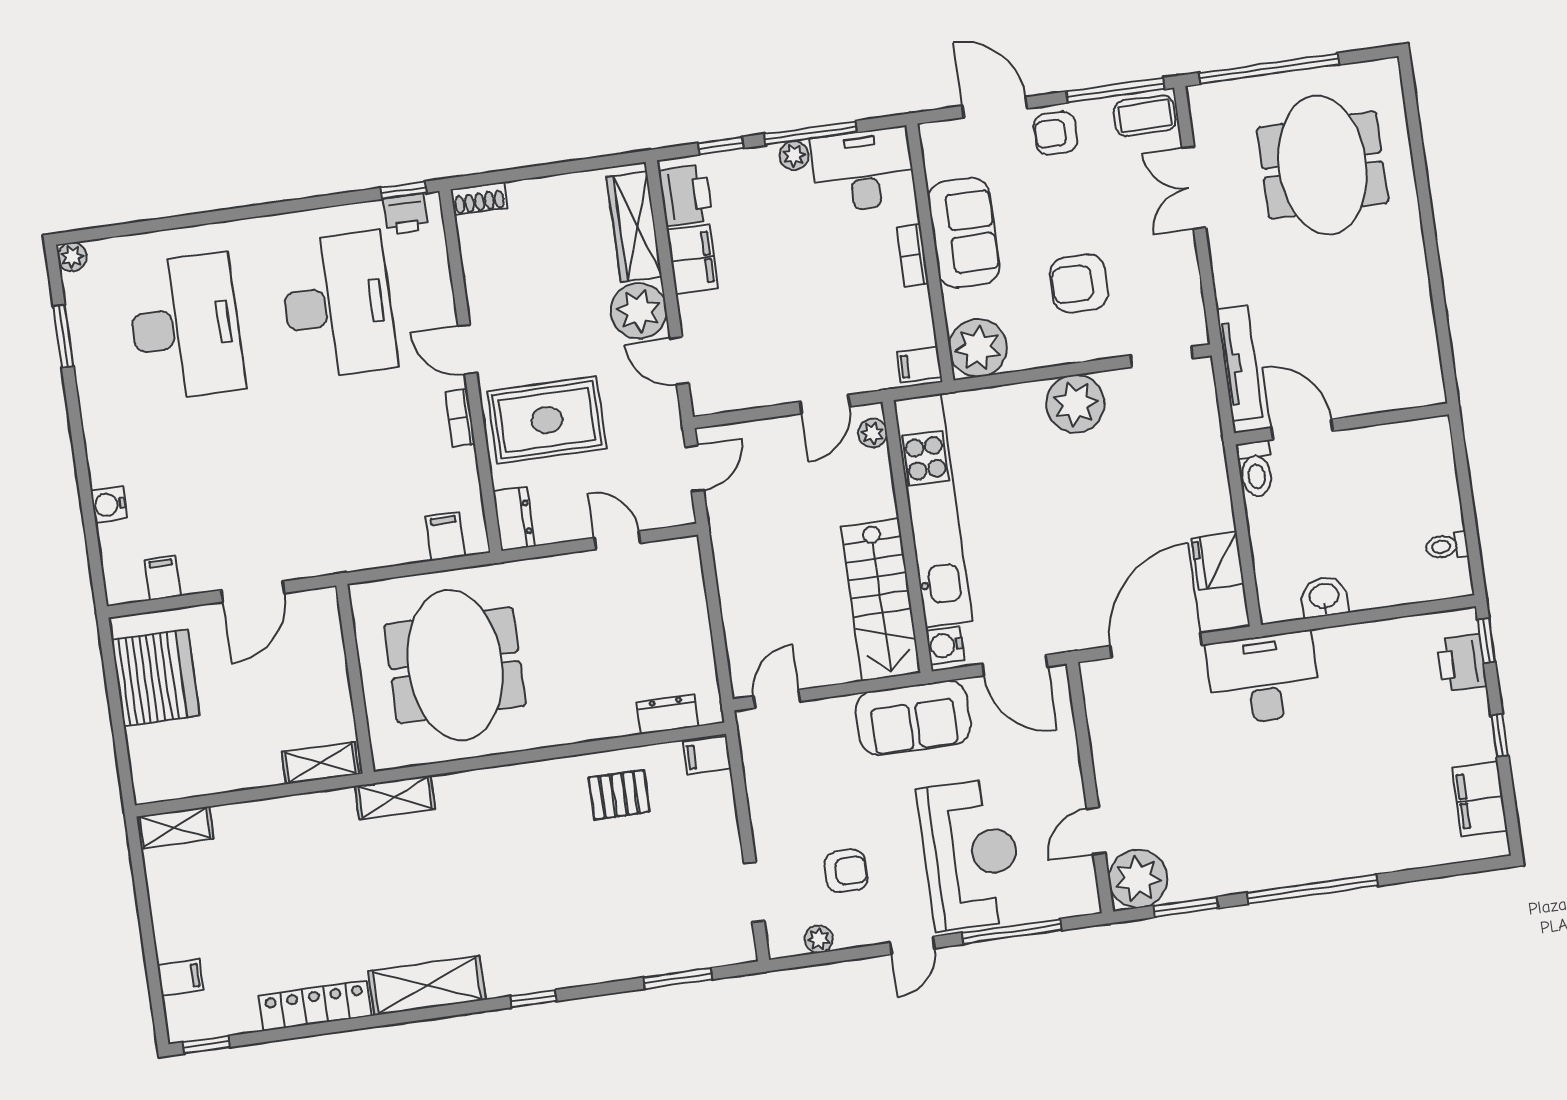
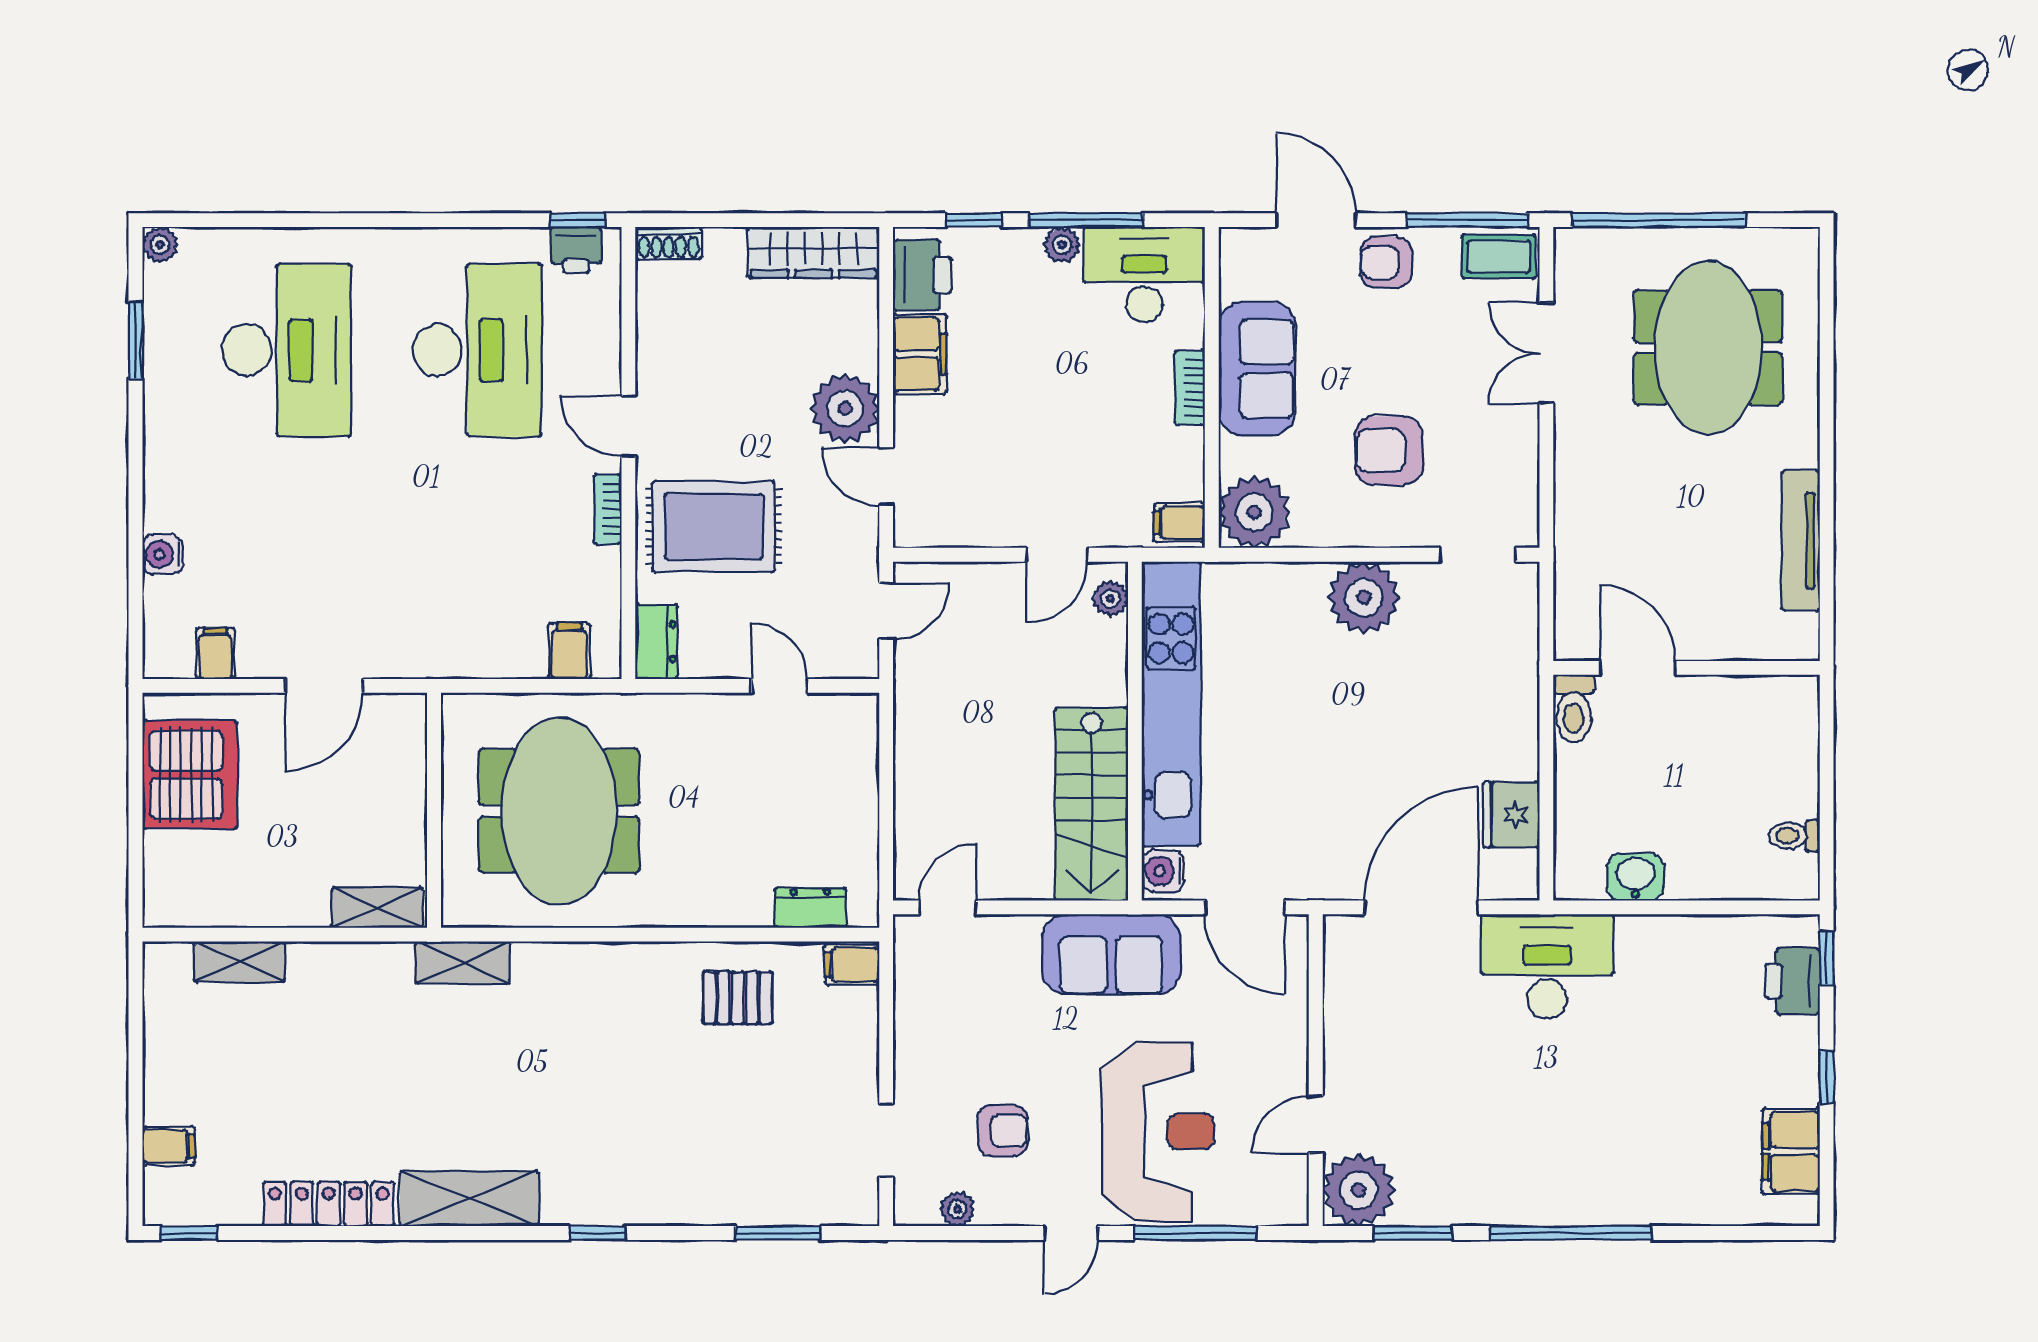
wardrobe: (634, 227) -> (813, 252), moved, turned -90
tv unit: (1240, 363) -> (1801, 541), moved, turned 180
shelving: (175, 828) -> (239, 962), moved

